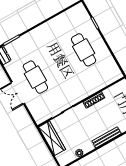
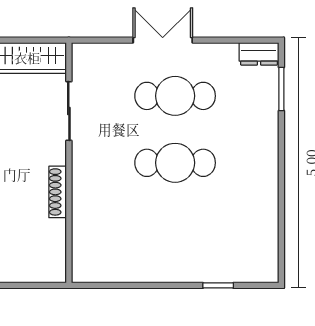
cafe table: (84, 50) -> (175, 163), moved

